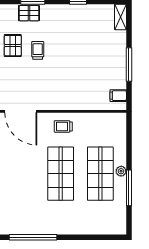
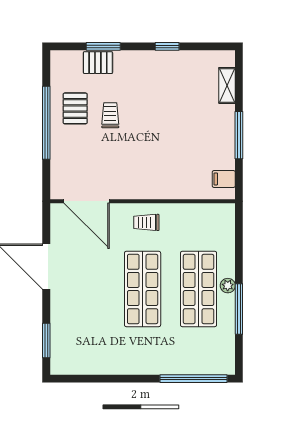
shelving: (120, 17) -> (227, 85), moved
window: (33, 237) -> (193, 379), moved

